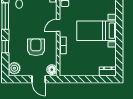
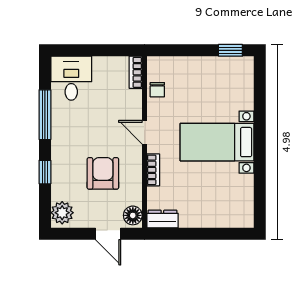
door: (58, 25) -> (144, 132), hinge flipped
dresser: (108, 72) -> (162, 219), moved

